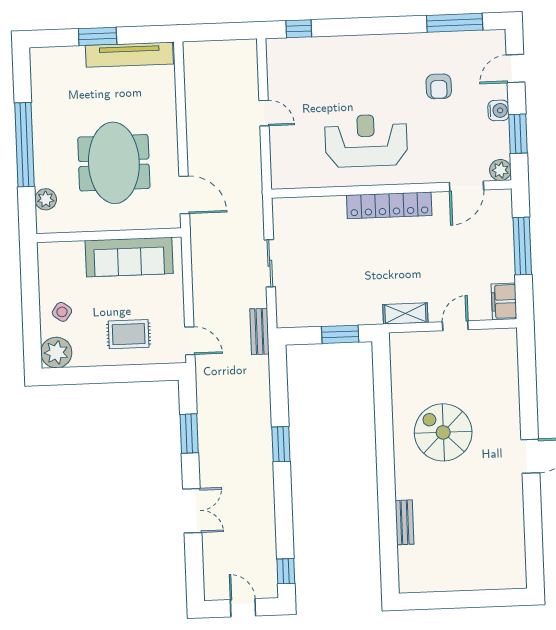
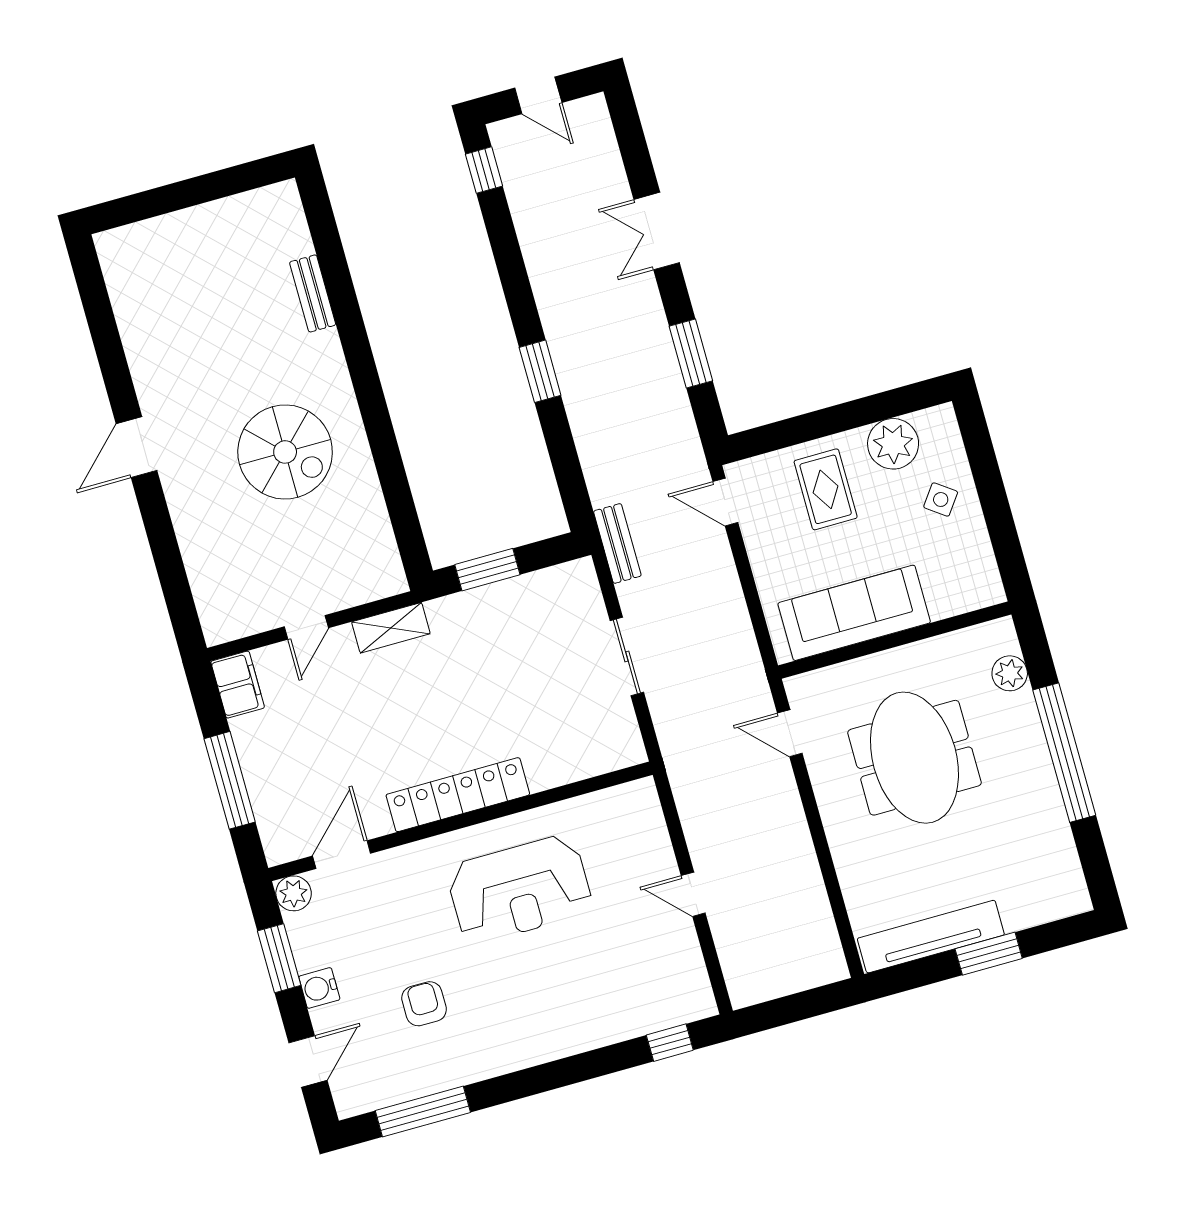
door: (184, 195) -> (790, 733), width x0.73
rug: (129, 334) -> (826, 489), turned 90
plant: (56, 353) -> (893, 444), moved

